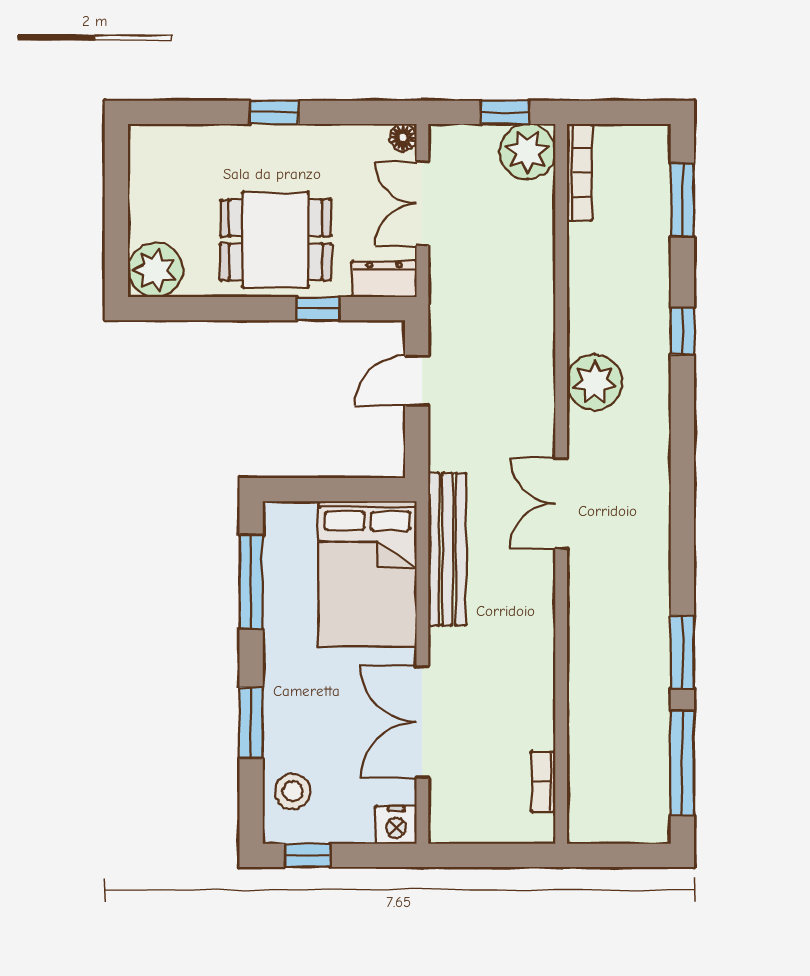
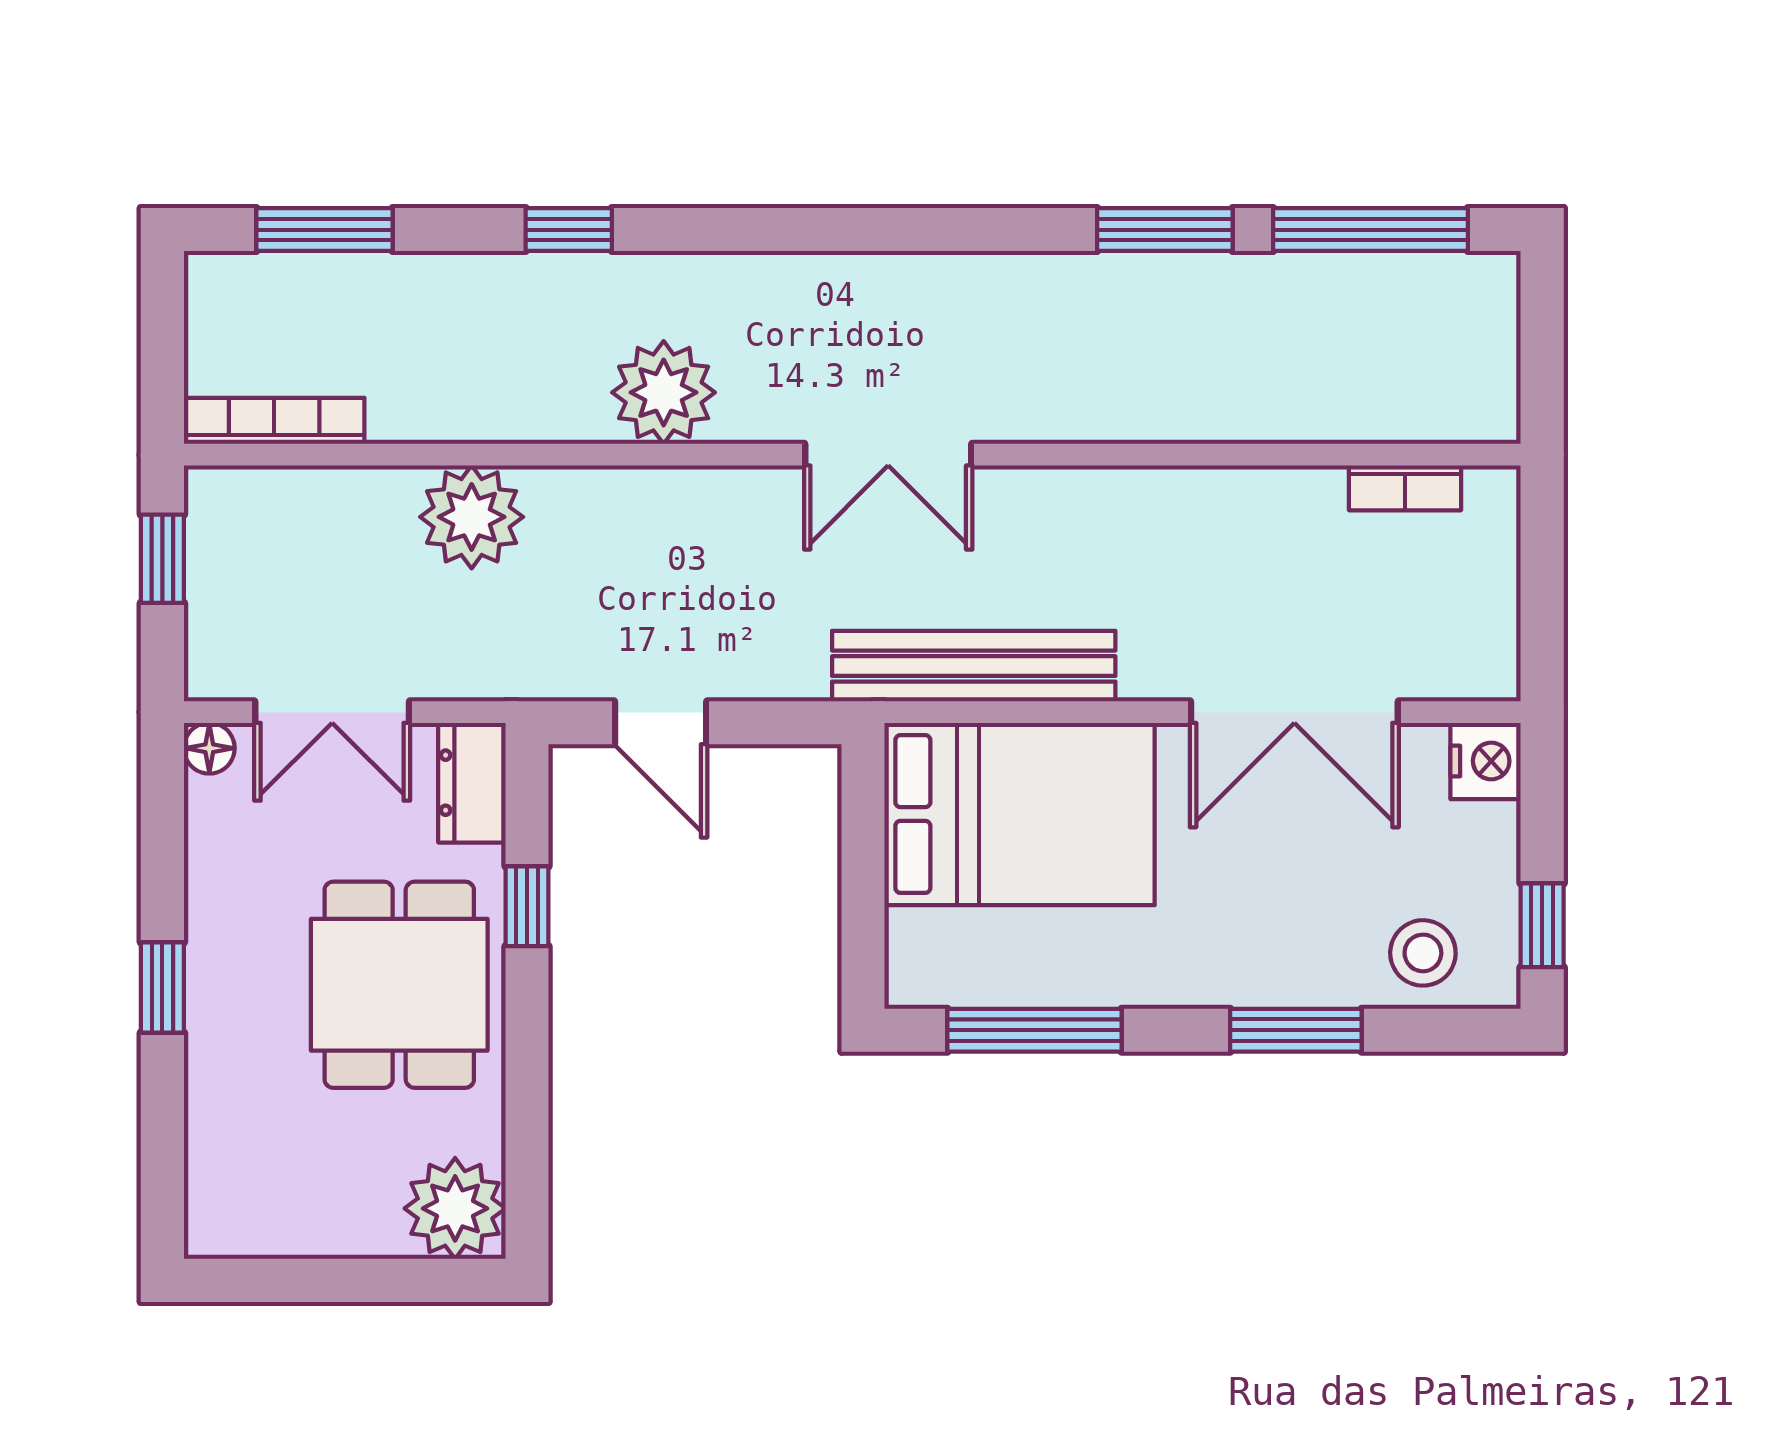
plant: (528, 152) -> (472, 517), moved

